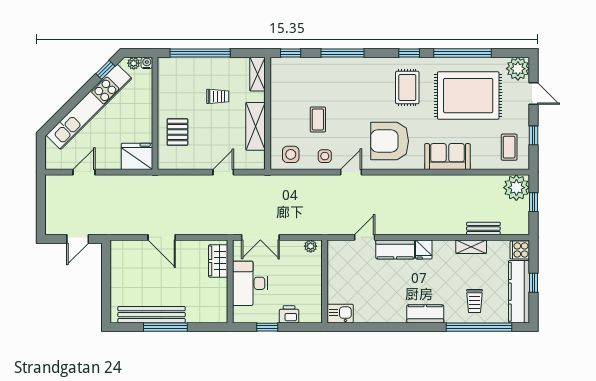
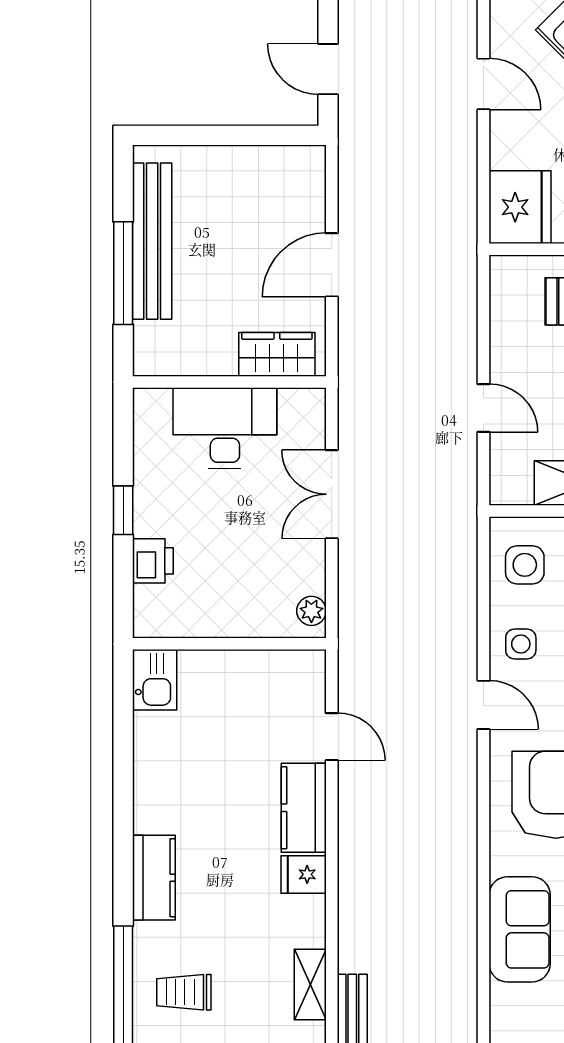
wardrobe: (218, 261) -> (277, 354), moved
wall: (230, 281) -> (229, 382), moved
desk: (250, 283) -> (225, 428), moved

